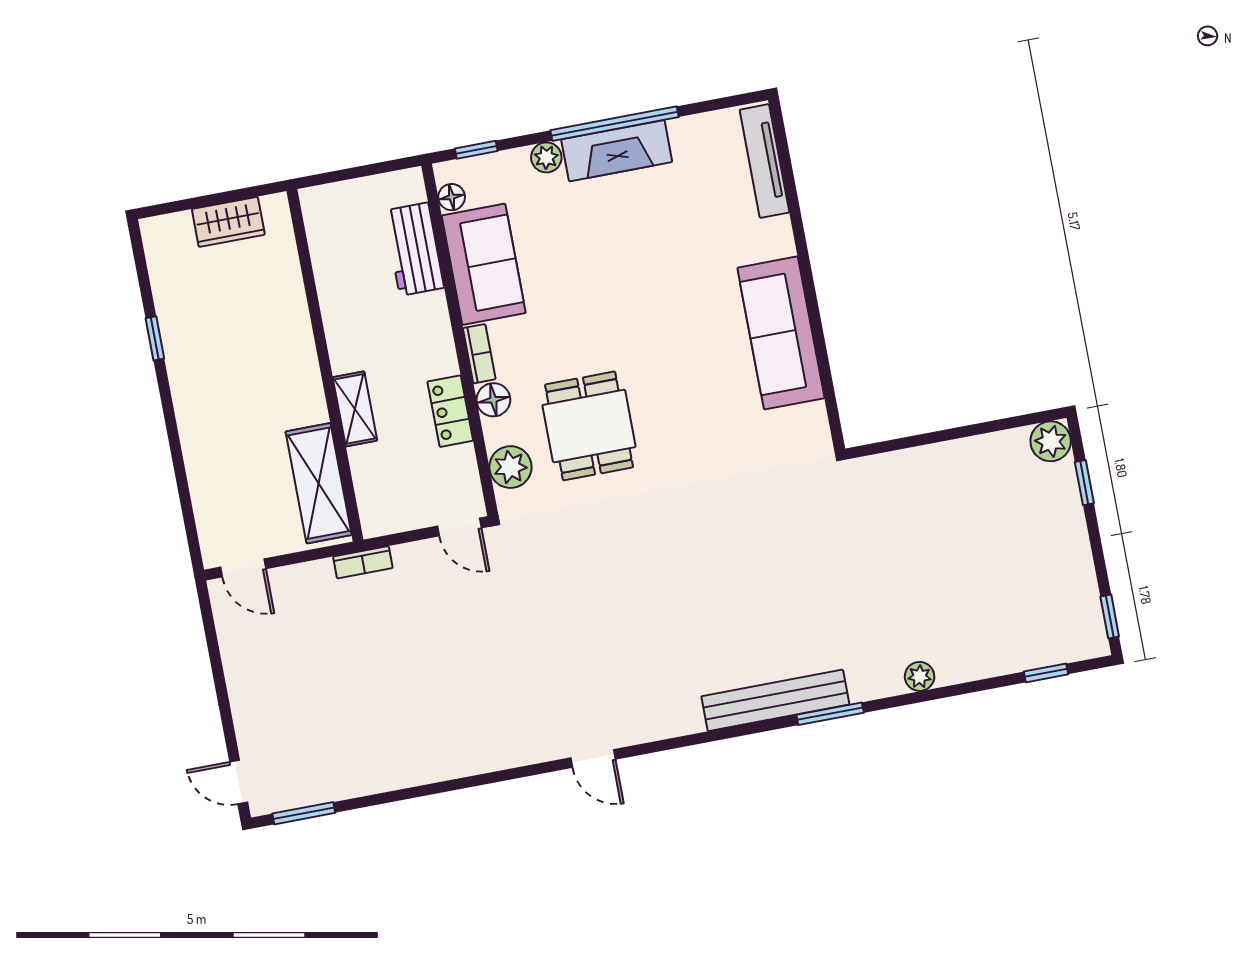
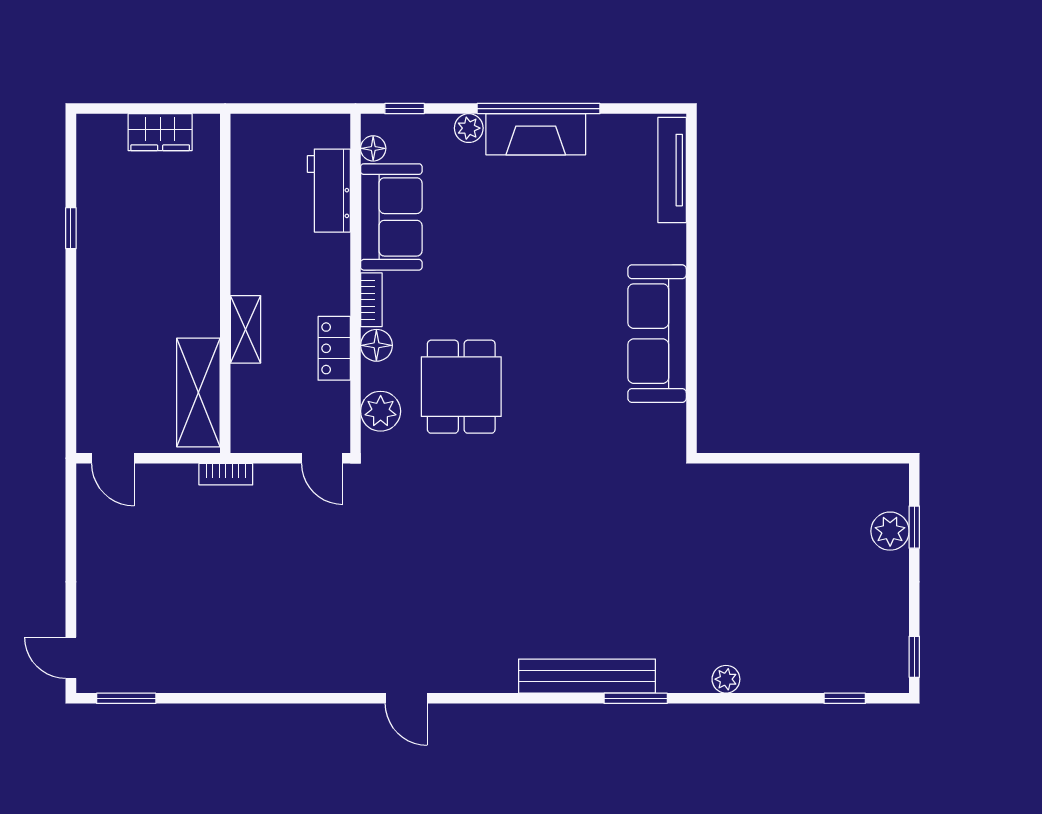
plant: (1051, 441) -> (890, 531), moved

